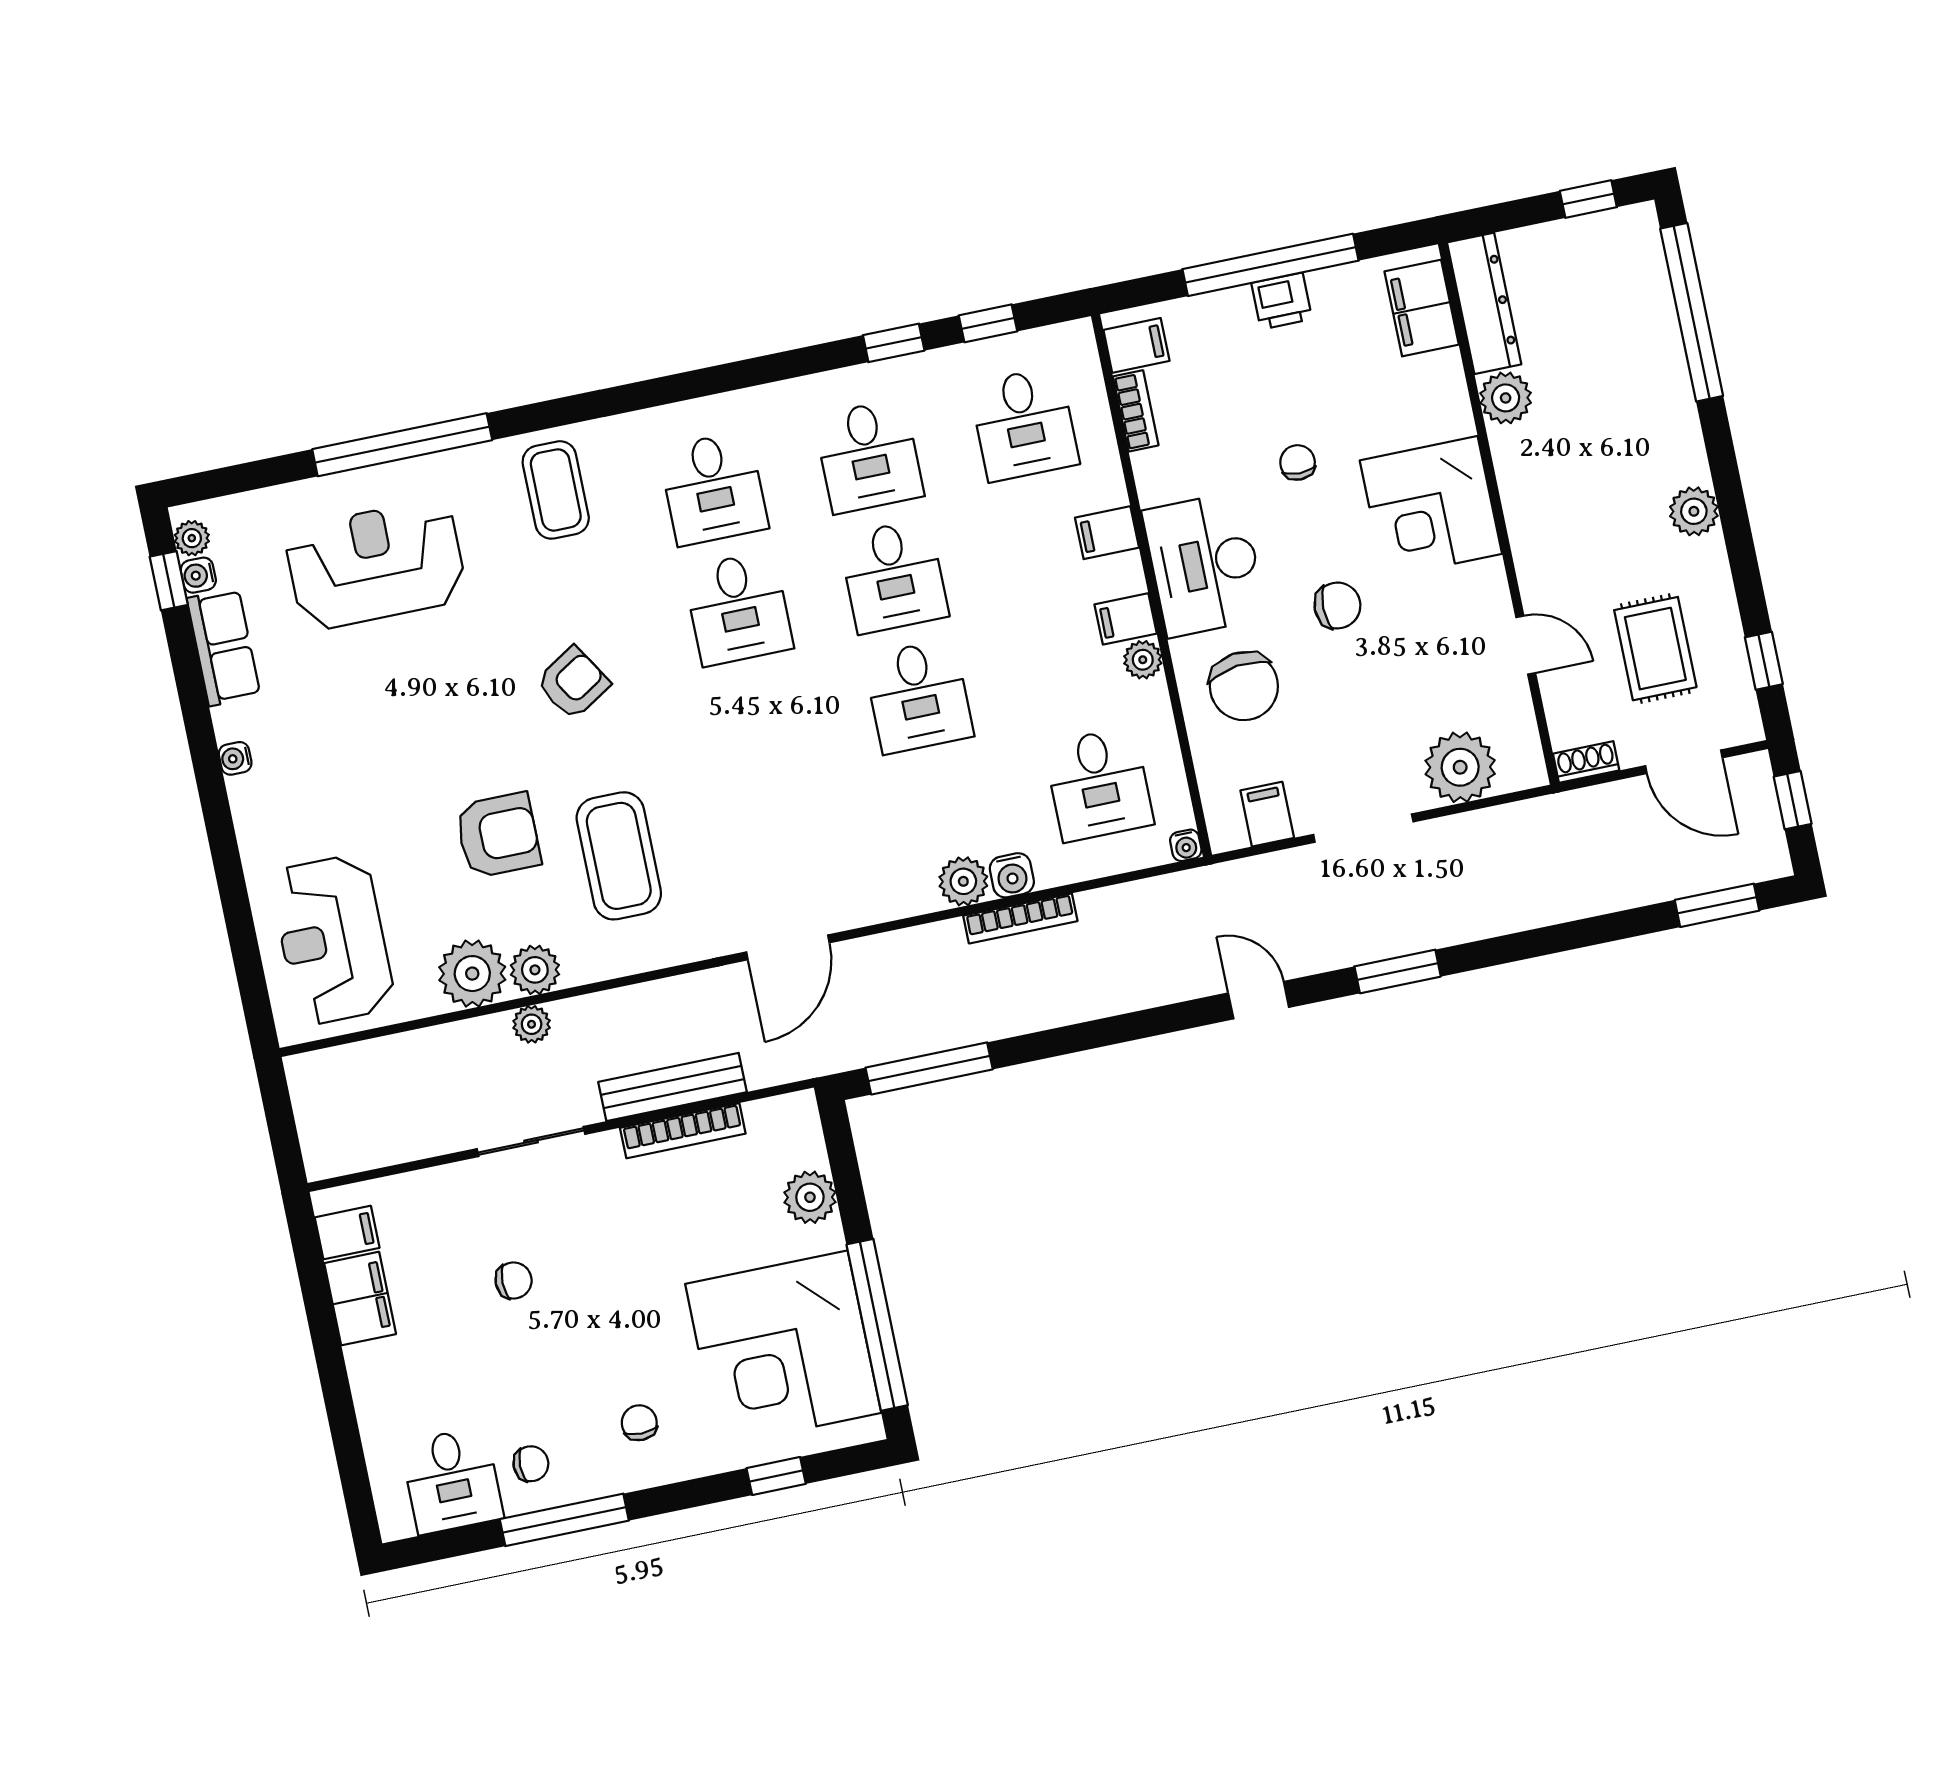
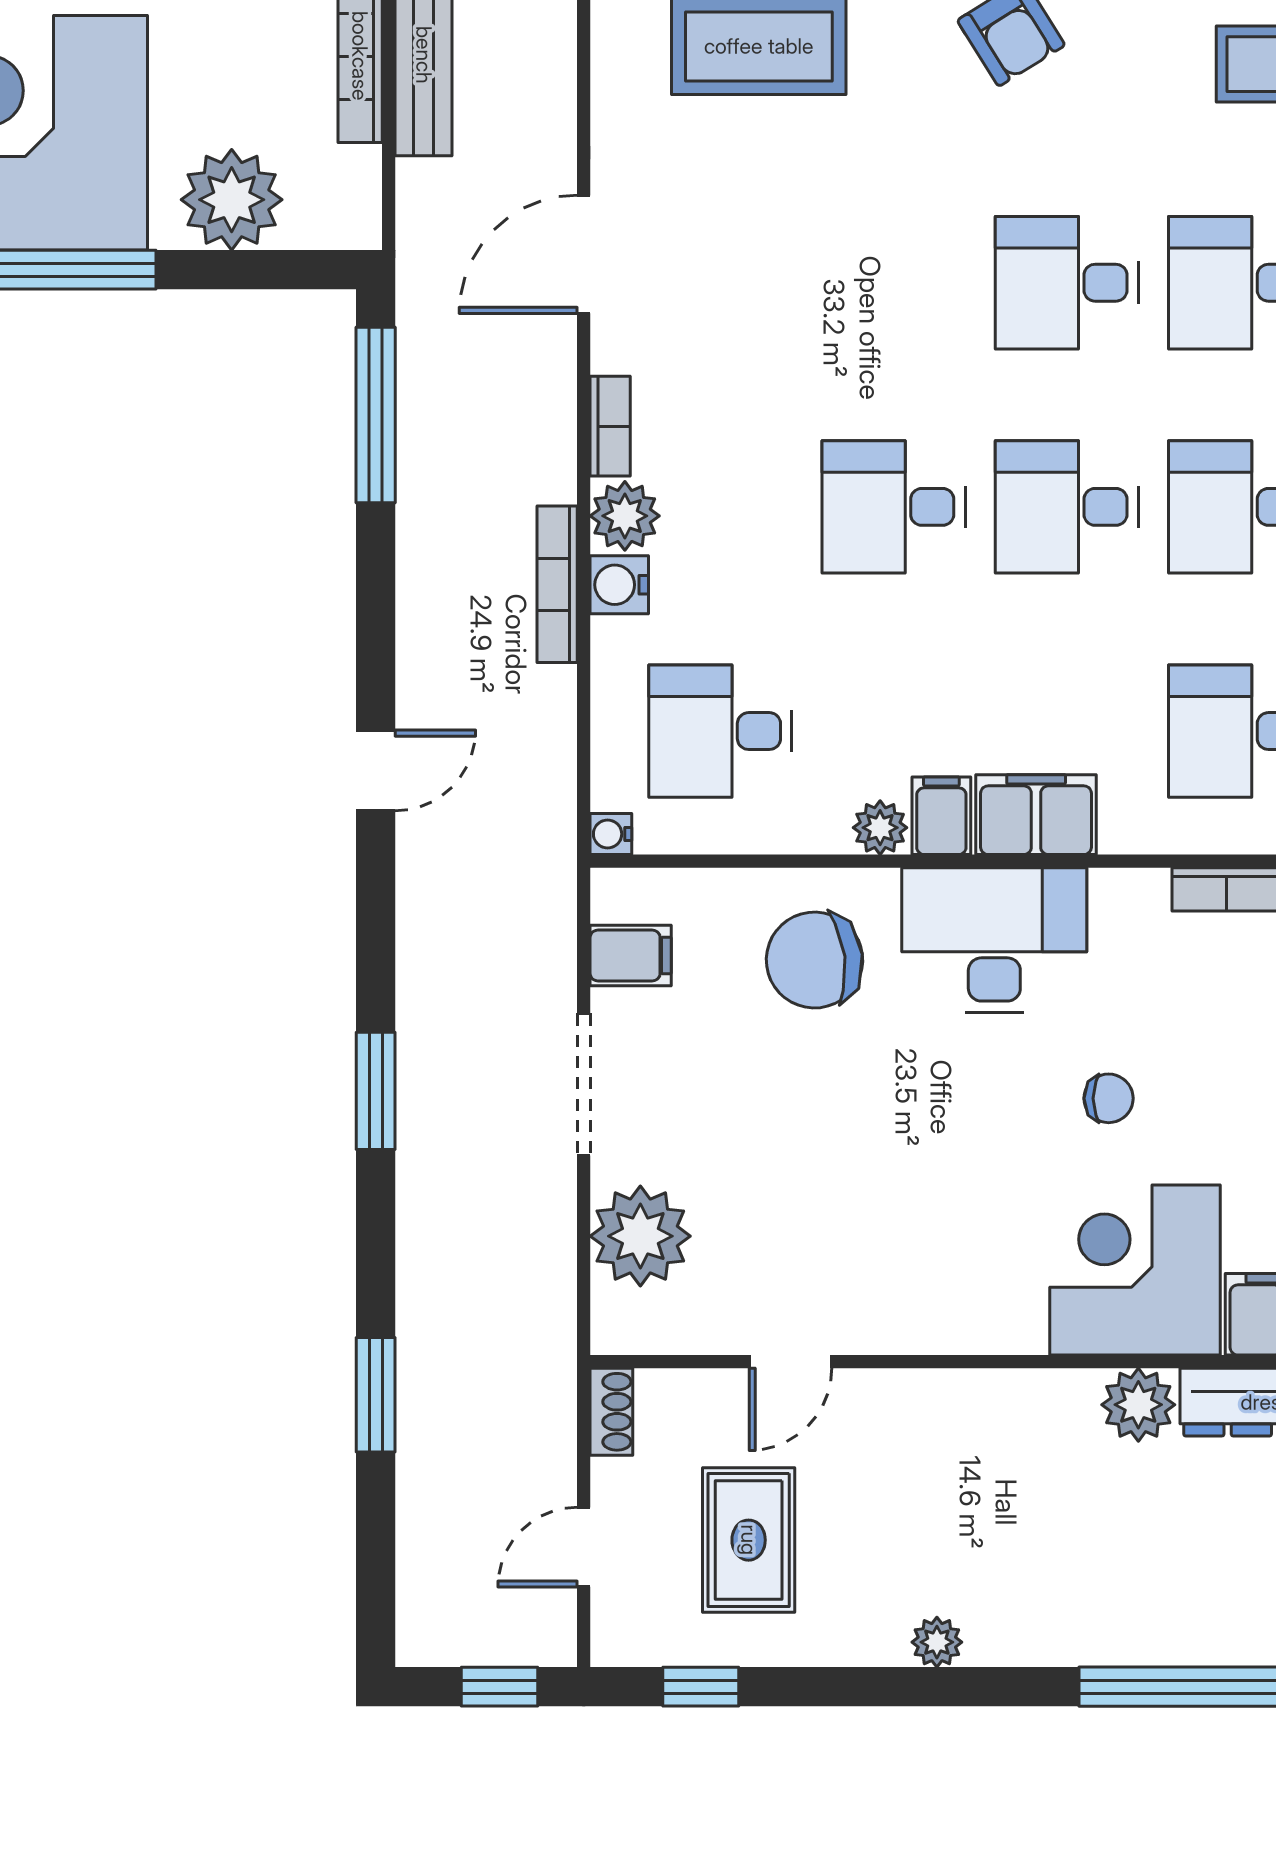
corner desk: (1431, 507) -> (1135, 1270), moved
plant: (1694, 511) -> (937, 1642), width x0.73, depth x0.73
filing cabinet: (1107, 533) -> (1036, 815), width x2.00
chair: (1337, 605) -> (899, 1113), removed
rug: (1655, 649) -> (749, 1540), turned 90
door: (1684, 762) -> (584, 1547), width x0.73
bookcase: (903, 904) -> (610, 426), added
window: (1717, 905) -> (376, 1395), moved
door: (788, 947) -> (584, 254), hinge flipped
door: (1259, 1000) -> (376, 770), moved
plant: (810, 1197) -> (232, 200), width x1.36, depth x1.36

